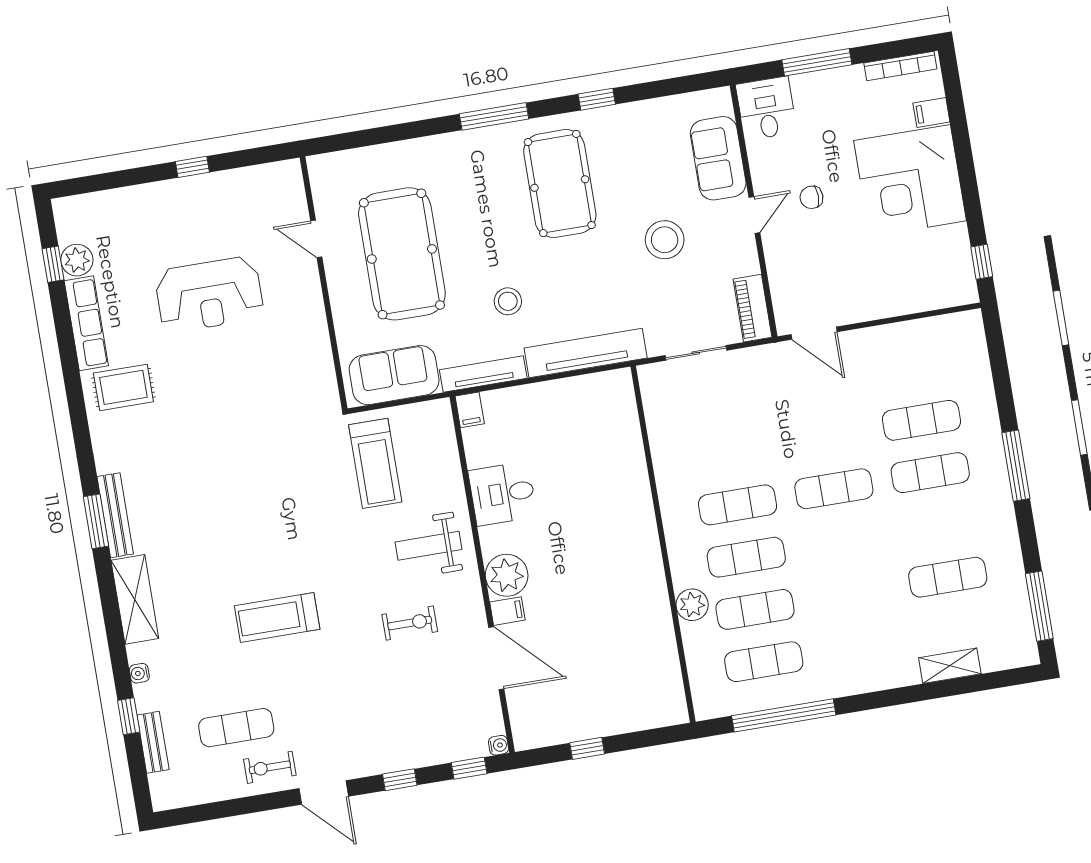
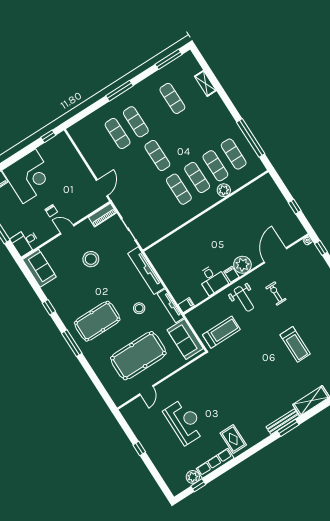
sofa: (718, 158) -> (39, 268), moved, turned -90
pool table: (560, 184) -> (97, 321), moved
filing cabinet: (507, 611) -> (231, 274), moved

